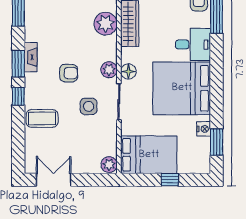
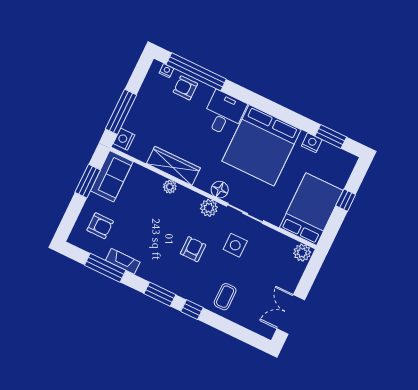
plant: (106, 24) -> (170, 187), width x0.53, depth x0.53
fireplace: (31, 57) -> (123, 261), moved
coffee table: (42, 118) -> (225, 297), width x0.73, depth x0.77

